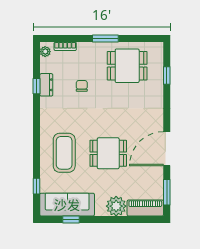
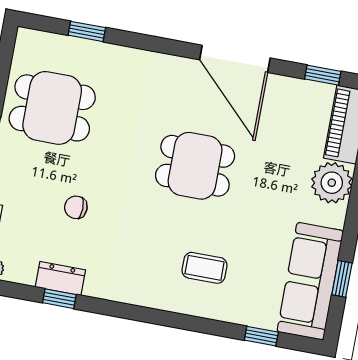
dining table: (127, 66) -> (52, 108), turned 90
coffee table: (64, 153) -> (205, 268), width x0.54, depth x0.58
dining table: (108, 153) -> (195, 166), moved, turned 90
window: (167, 192) -> (323, 75), width x0.67

